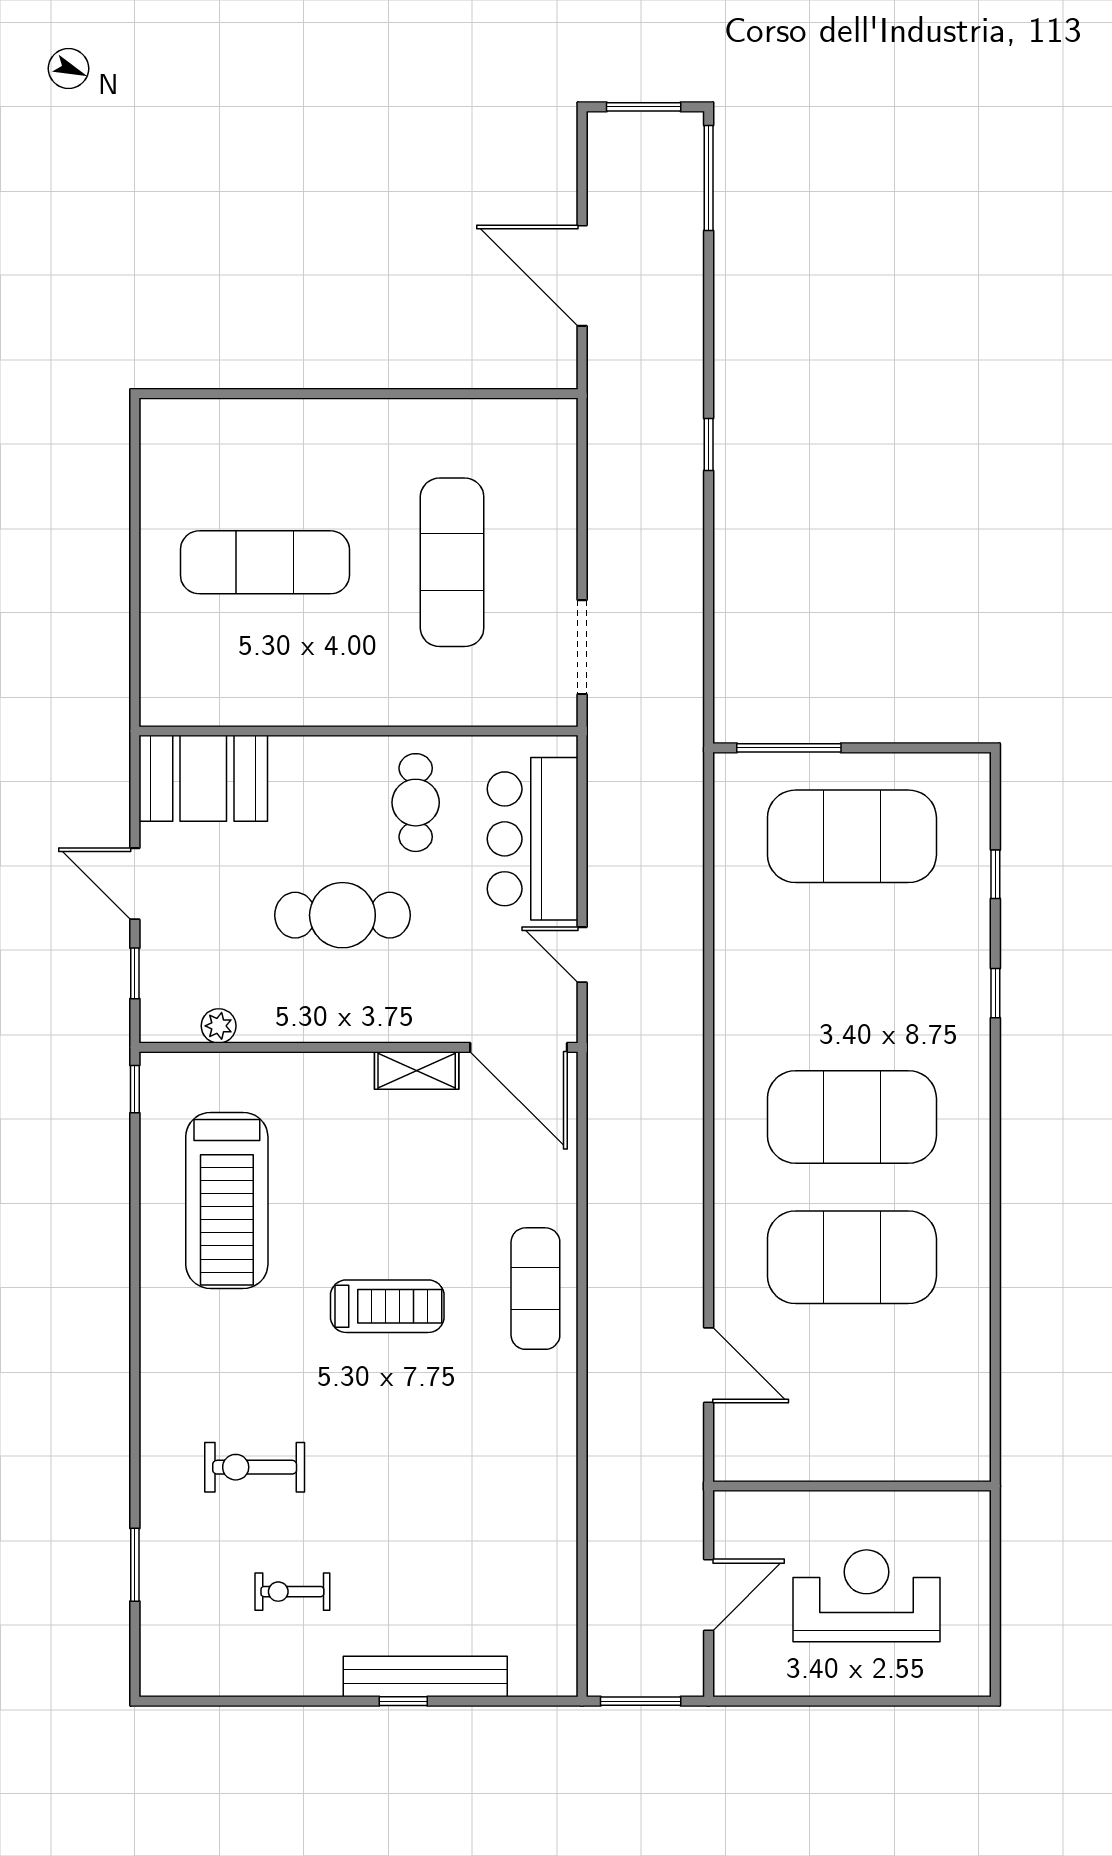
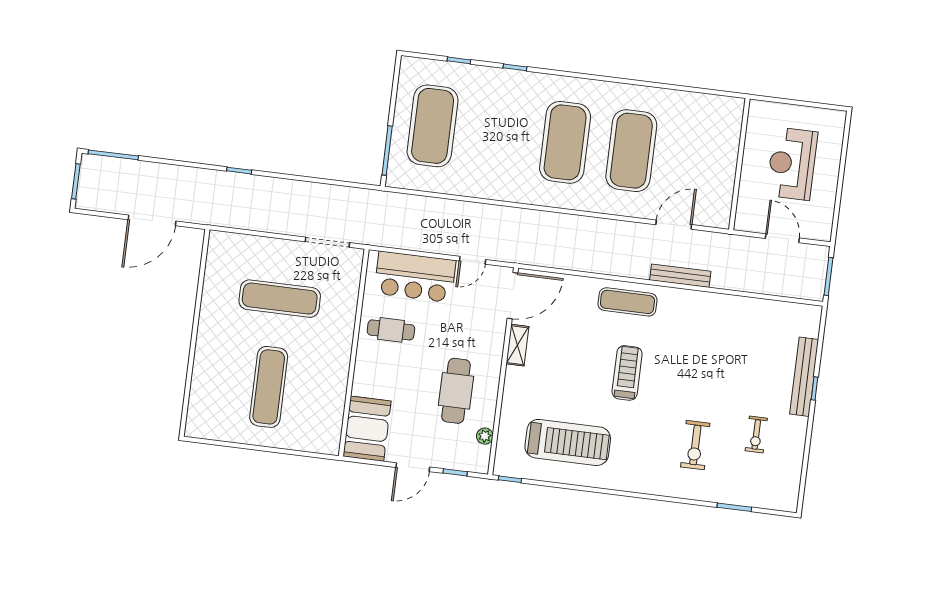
cafe table: (342, 915) -> (456, 391), moved
bench: (604, 1392) -> (680, 276), added

